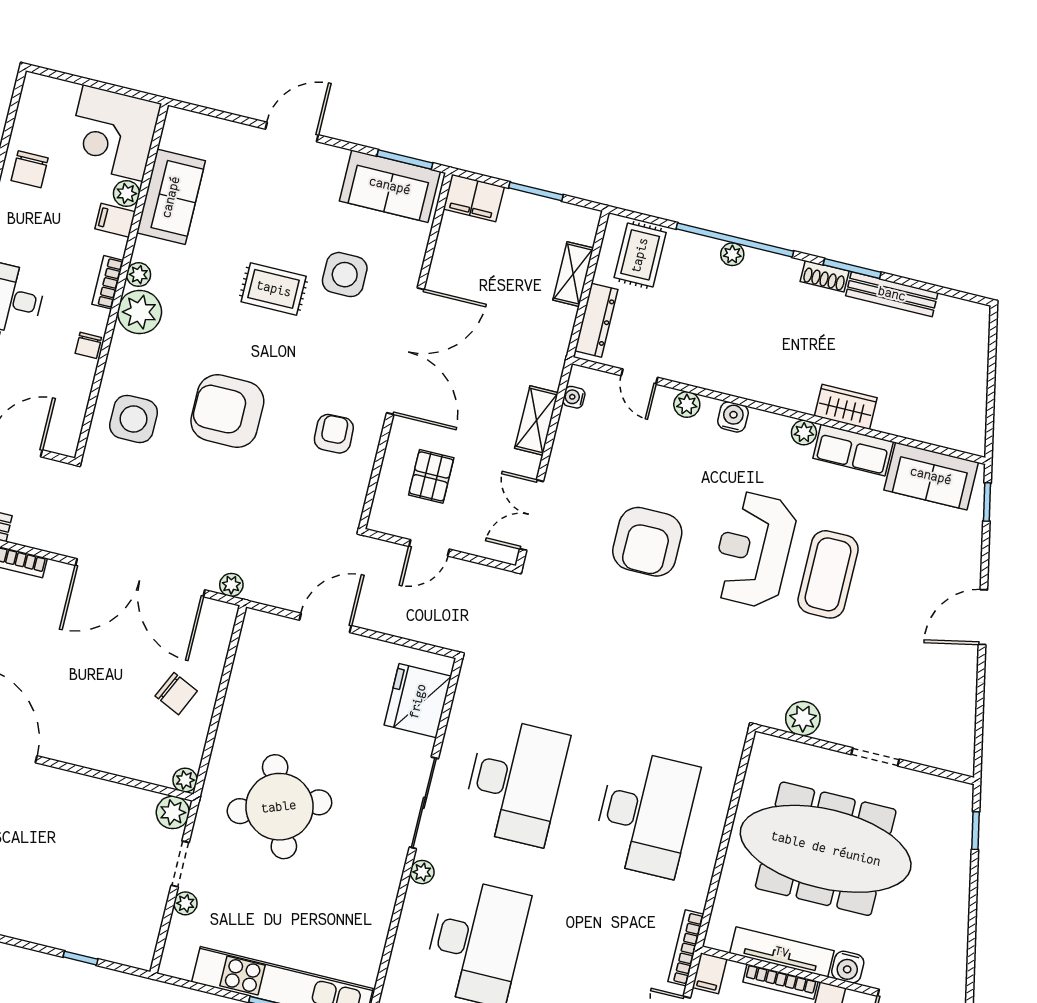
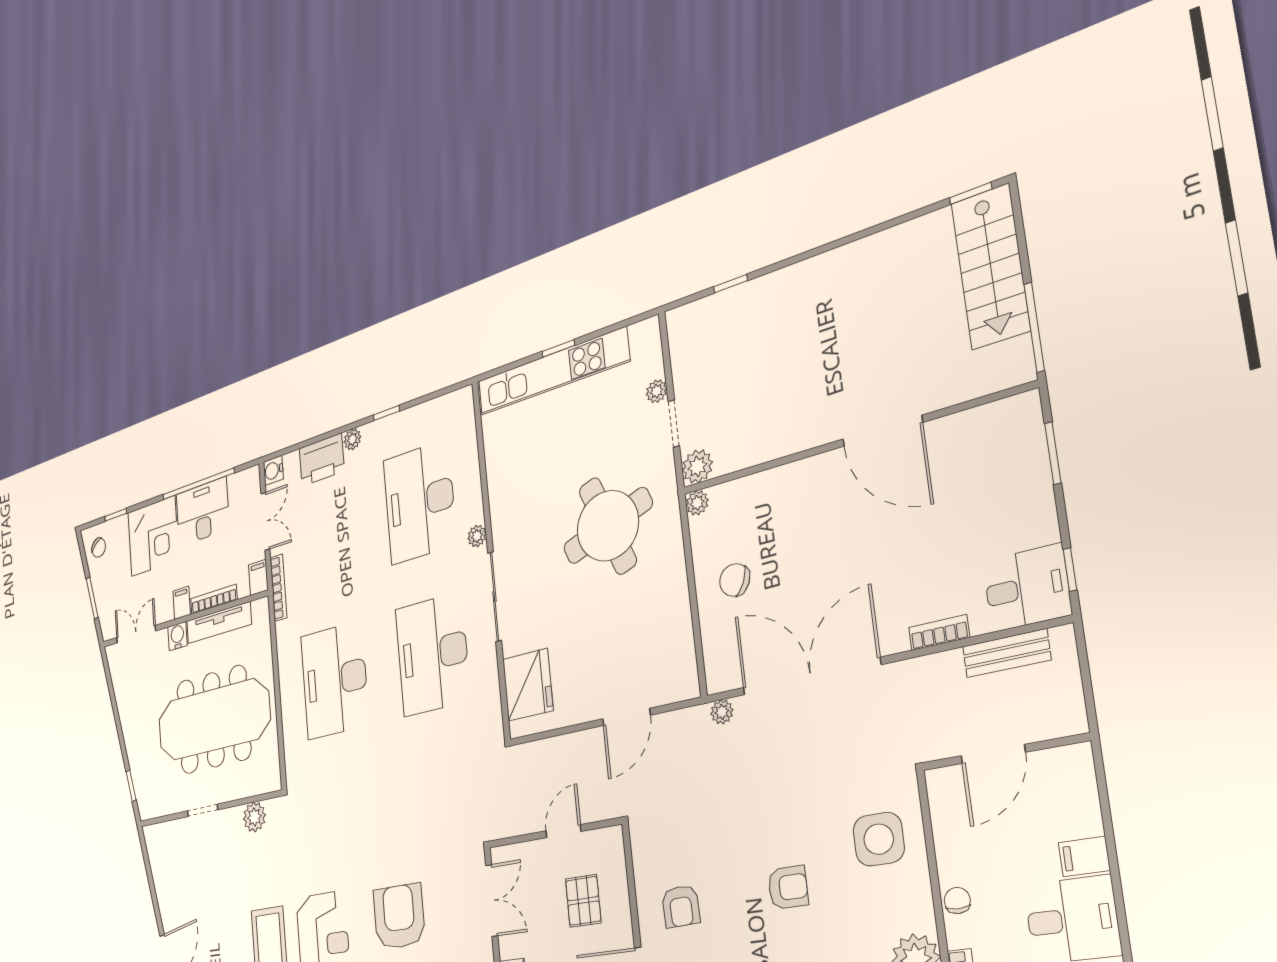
armchair: (227, 411) -> (788, 887), width x0.53, depth x0.53

